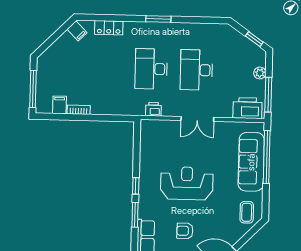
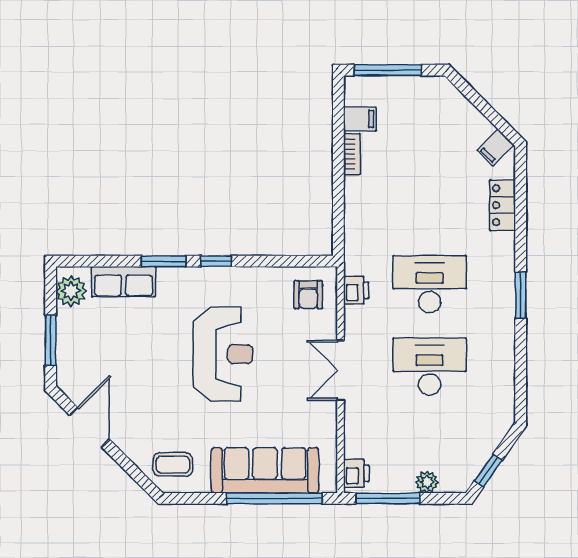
printer: (247, 108) -> (356, 473), width x0.53, depth x0.68
armchair: (185, 231) -> (308, 295), moved, turned 180

